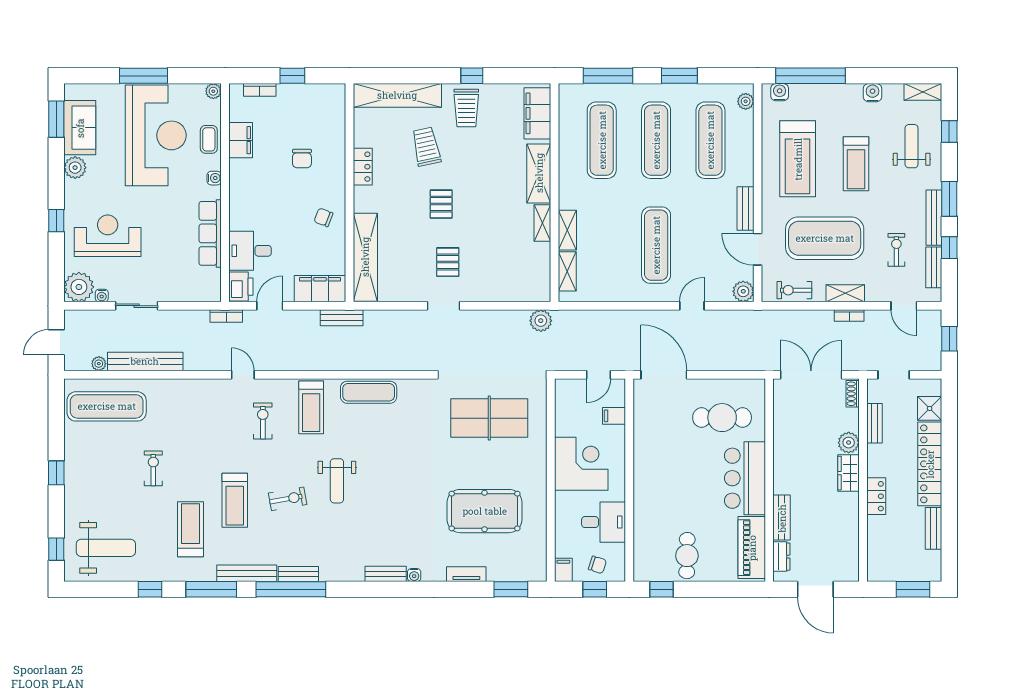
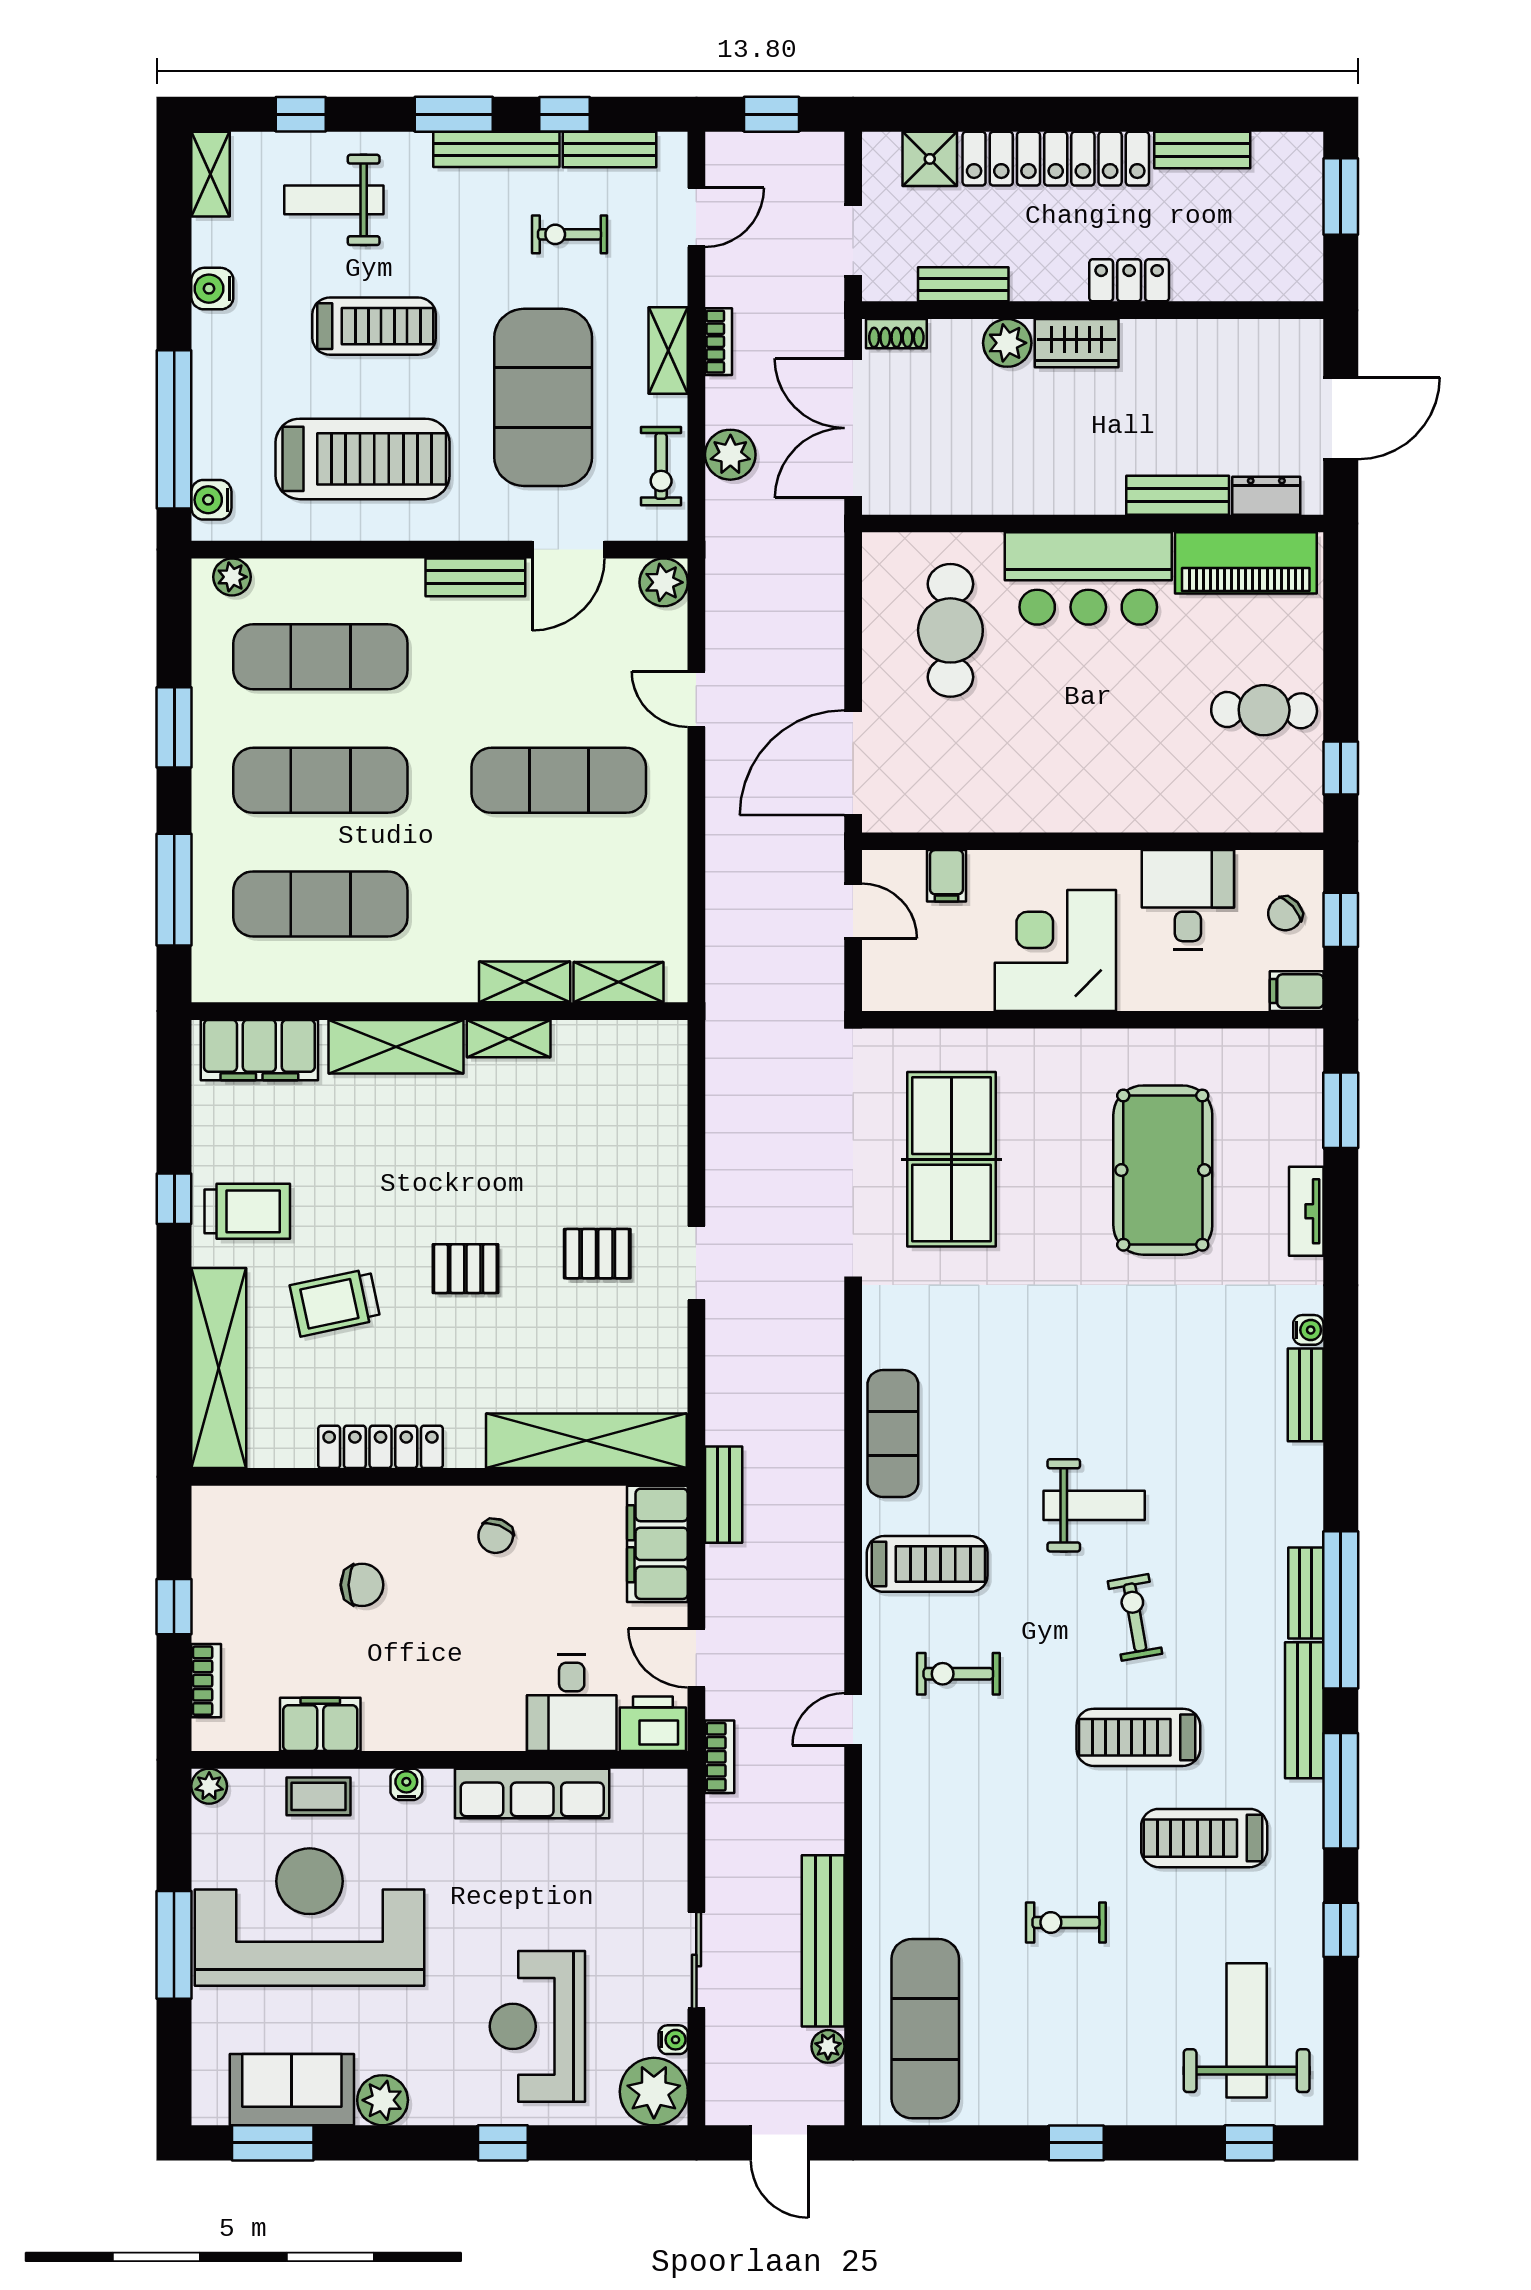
locker: (363, 167) -> (381, 1447), width x1.53
plant: (541, 321) -> (730, 455), moved
treadmill: (235, 500) -> (1138, 1737), turned 180
chair: (597, 565) -> (1285, 914), turned -149

